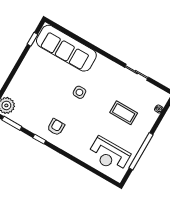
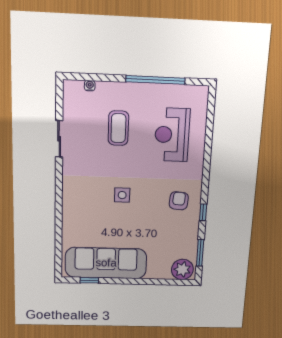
sofa: (66, 48) -> (106, 263), moved, turned -90
armchair: (56, 127) -> (179, 201), turned 95
reception desk: (109, 155) -> (172, 135), moved, turned 180

